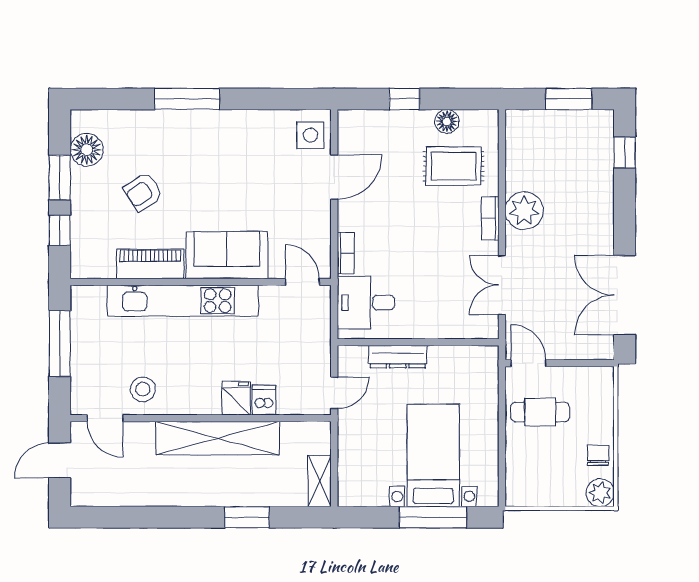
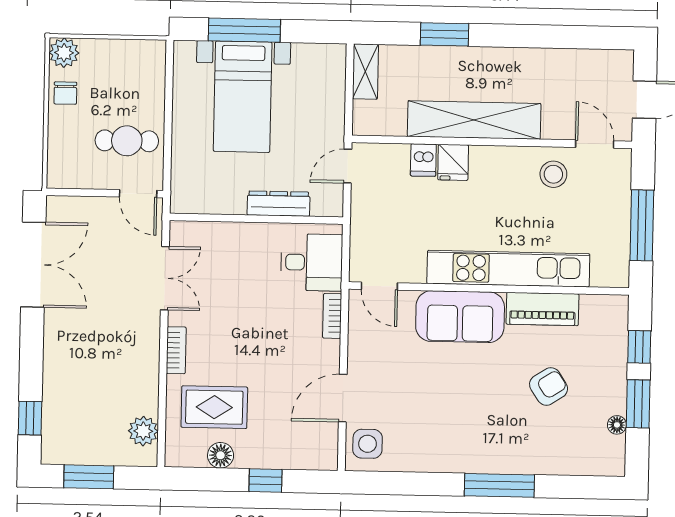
floor lamp: (87, 150) -> (617, 425), width x0.53, depth x0.53
plant: (524, 211) -> (143, 431), moved, width x0.73, depth x0.73

